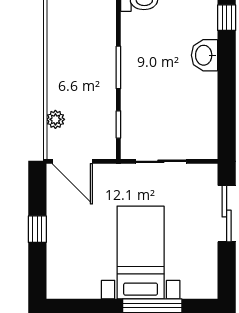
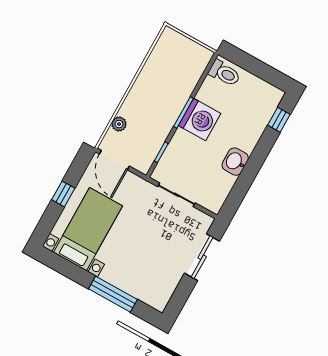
washbasin: (204, 55) -> (235, 162), moved
washing machine: (140, 66) -> (200, 119), added
bed with nightstands: (141, 252) -> (88, 229), moved

